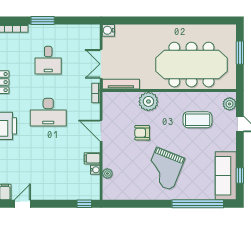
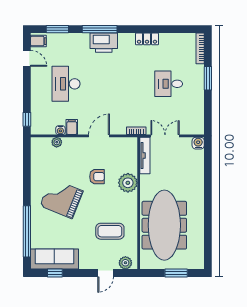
desk: (48, 112) -> (66, 84), moved
coffee table: (198, 120) -> (110, 231), turned 90
armchair: (142, 133) -> (97, 177), turned 90

